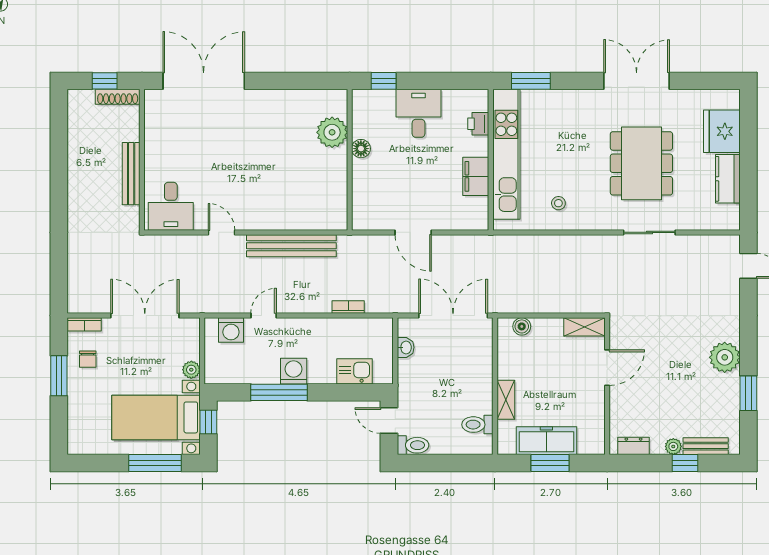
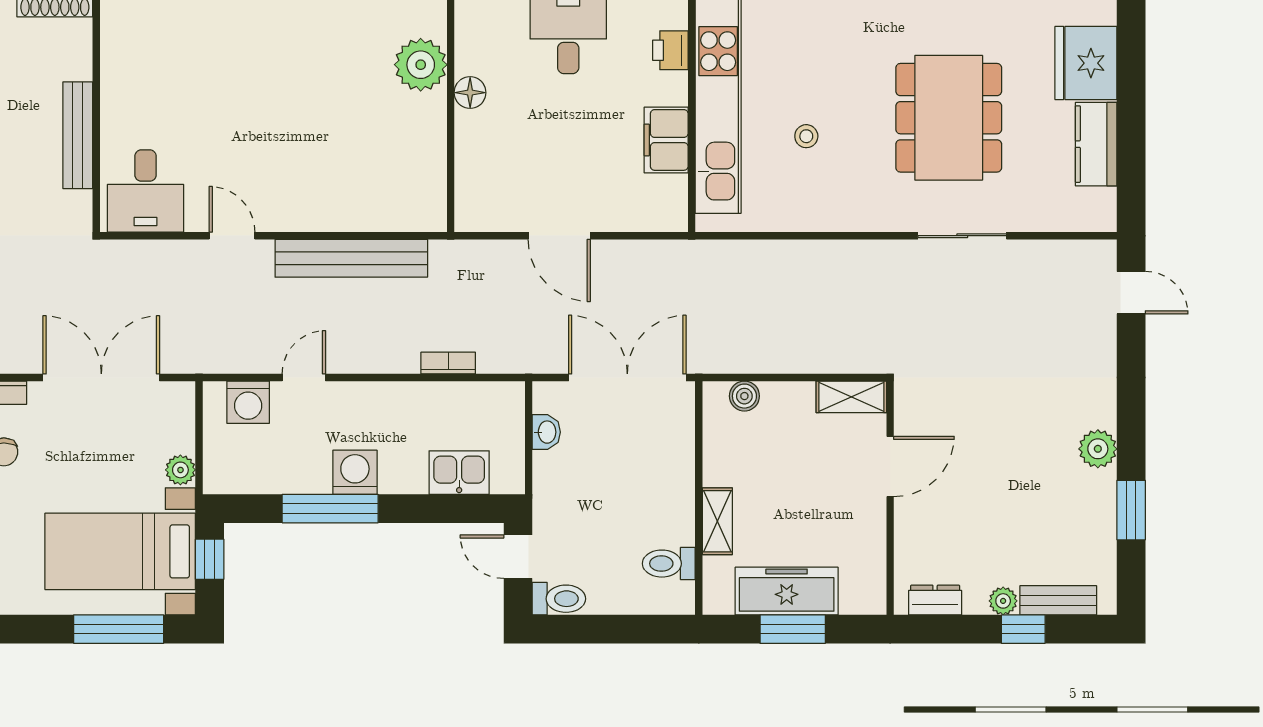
stool: (558, 203) -> (806, 136), moved
plant: (725, 357) -> (1098, 449), width x0.73, depth x0.73

